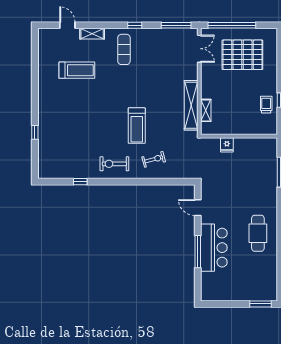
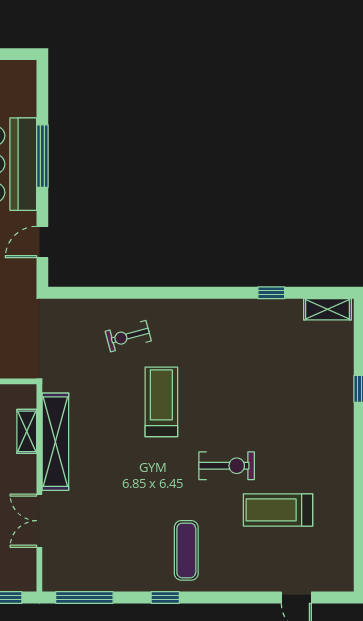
shelving: (92, 34) -> (328, 309), moved
double door: (199, 49) -> (39, 521), moved
exercise bike: (114, 164) -> (227, 466), moved
door: (198, 208) -> (42, 242), swing flipped

